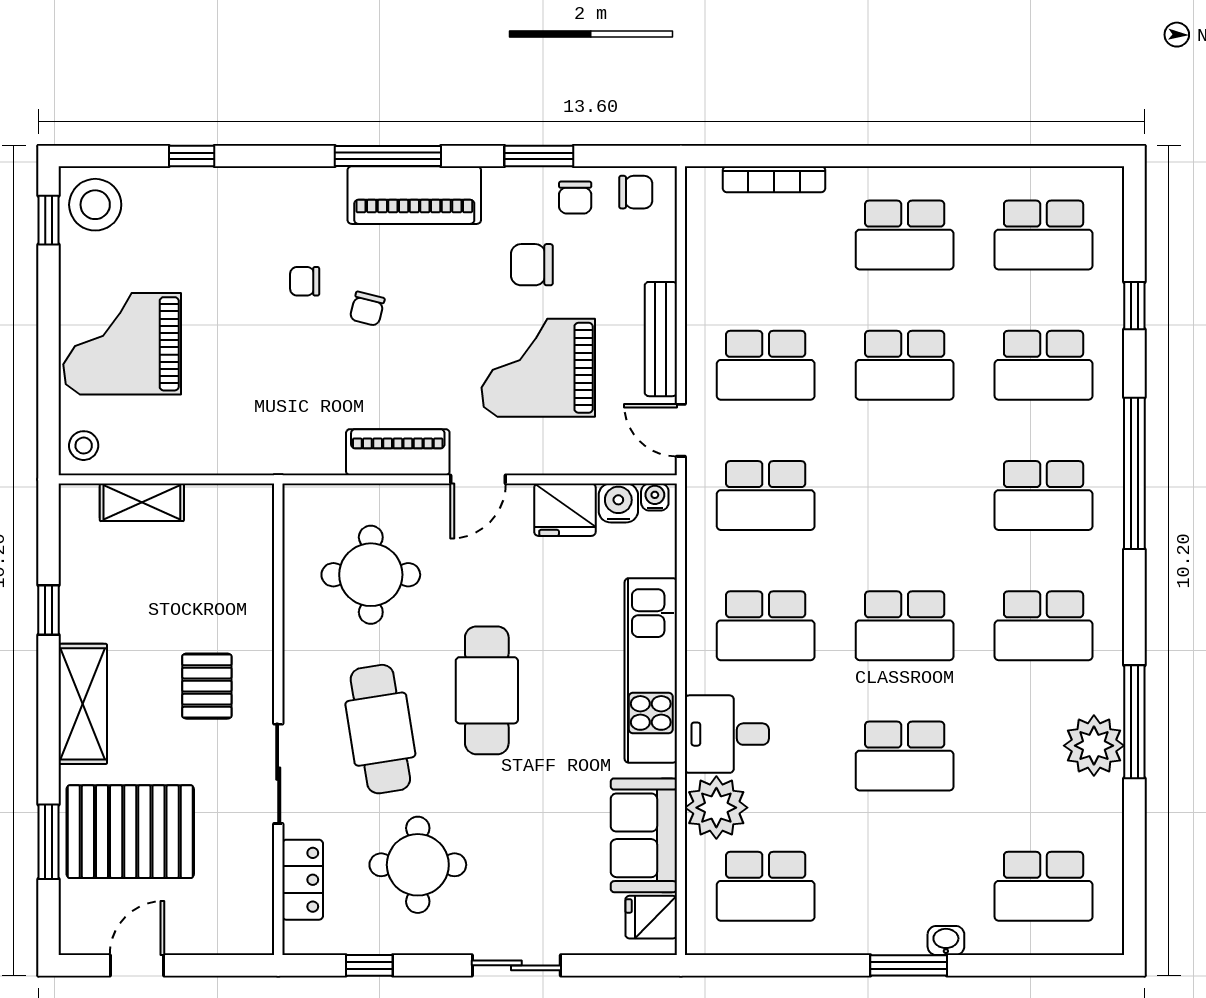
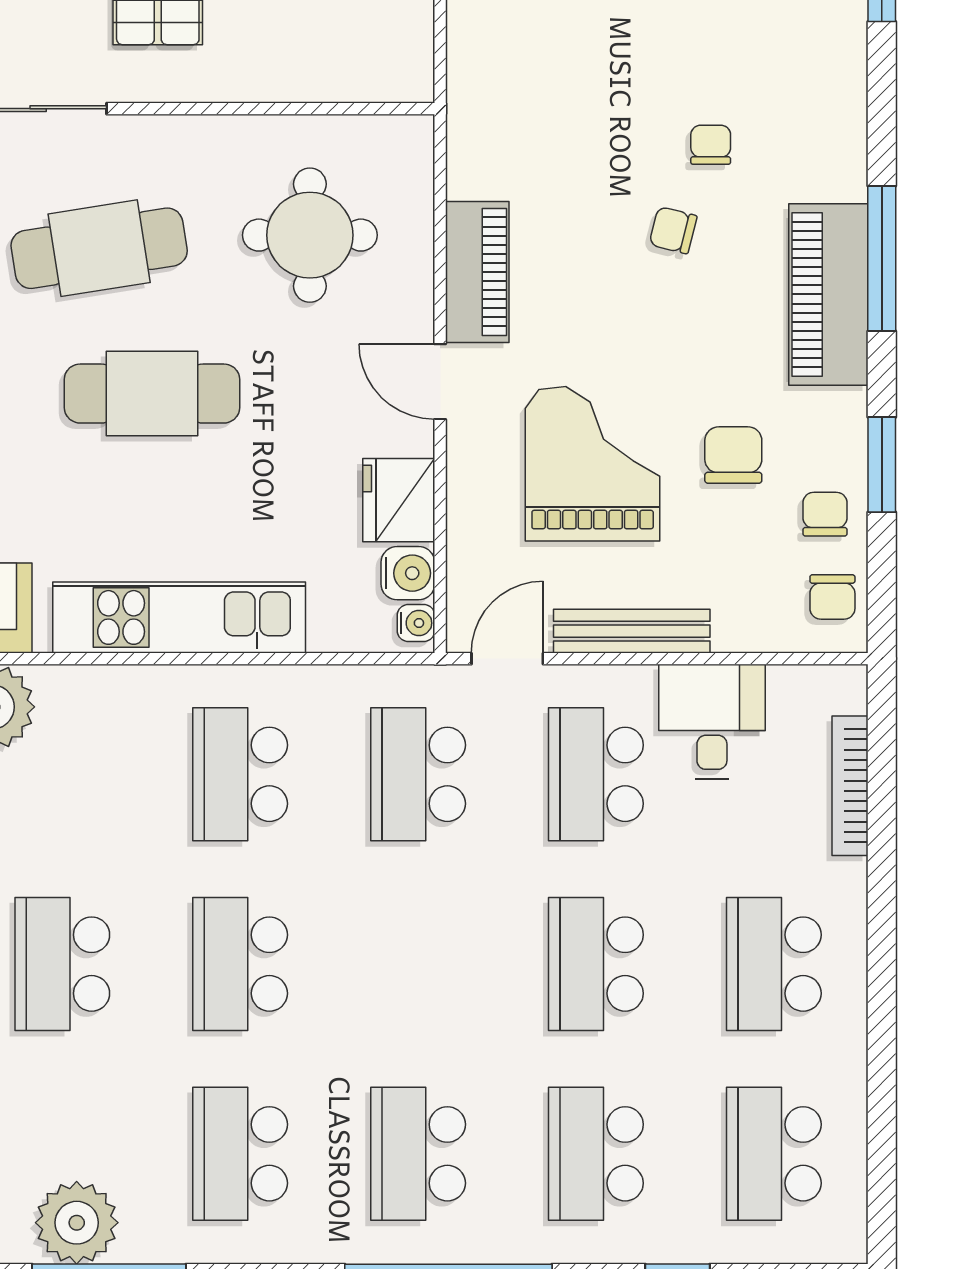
chair: (575, 198) -> (825, 514), turned 90
desk: (727, 734) -> (712, 721), moved

